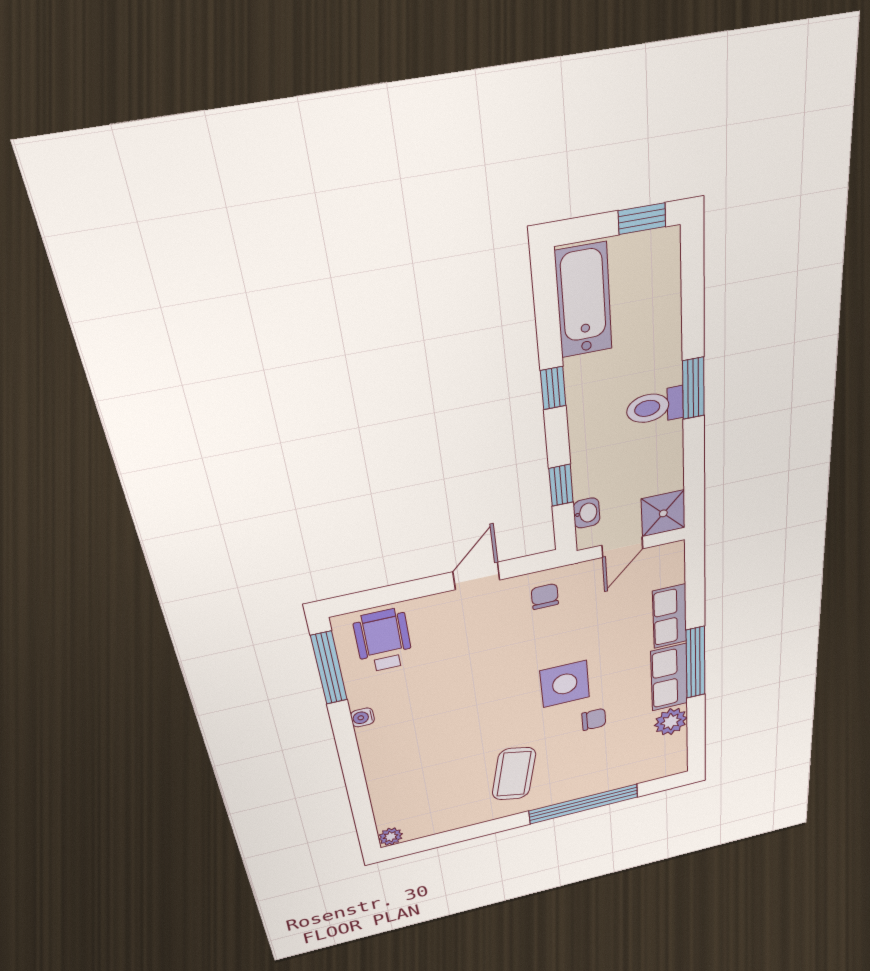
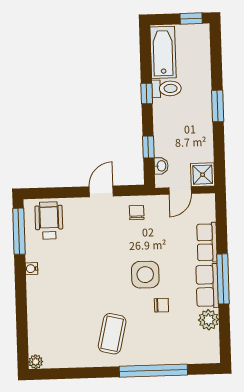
toilet: (655, 407) -> (167, 89), moved, turned 180

